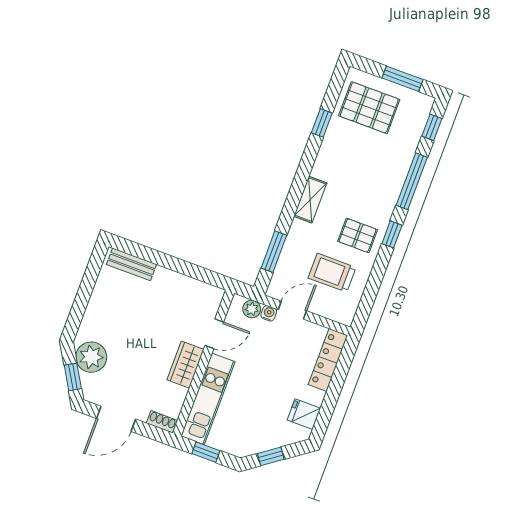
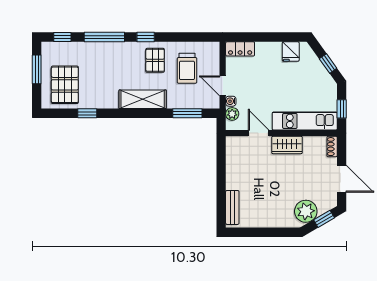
shelving: (310, 200) -> (143, 99), width x1.50, depth x1.33
locker: (328, 360) -> (240, 49), width x0.66

